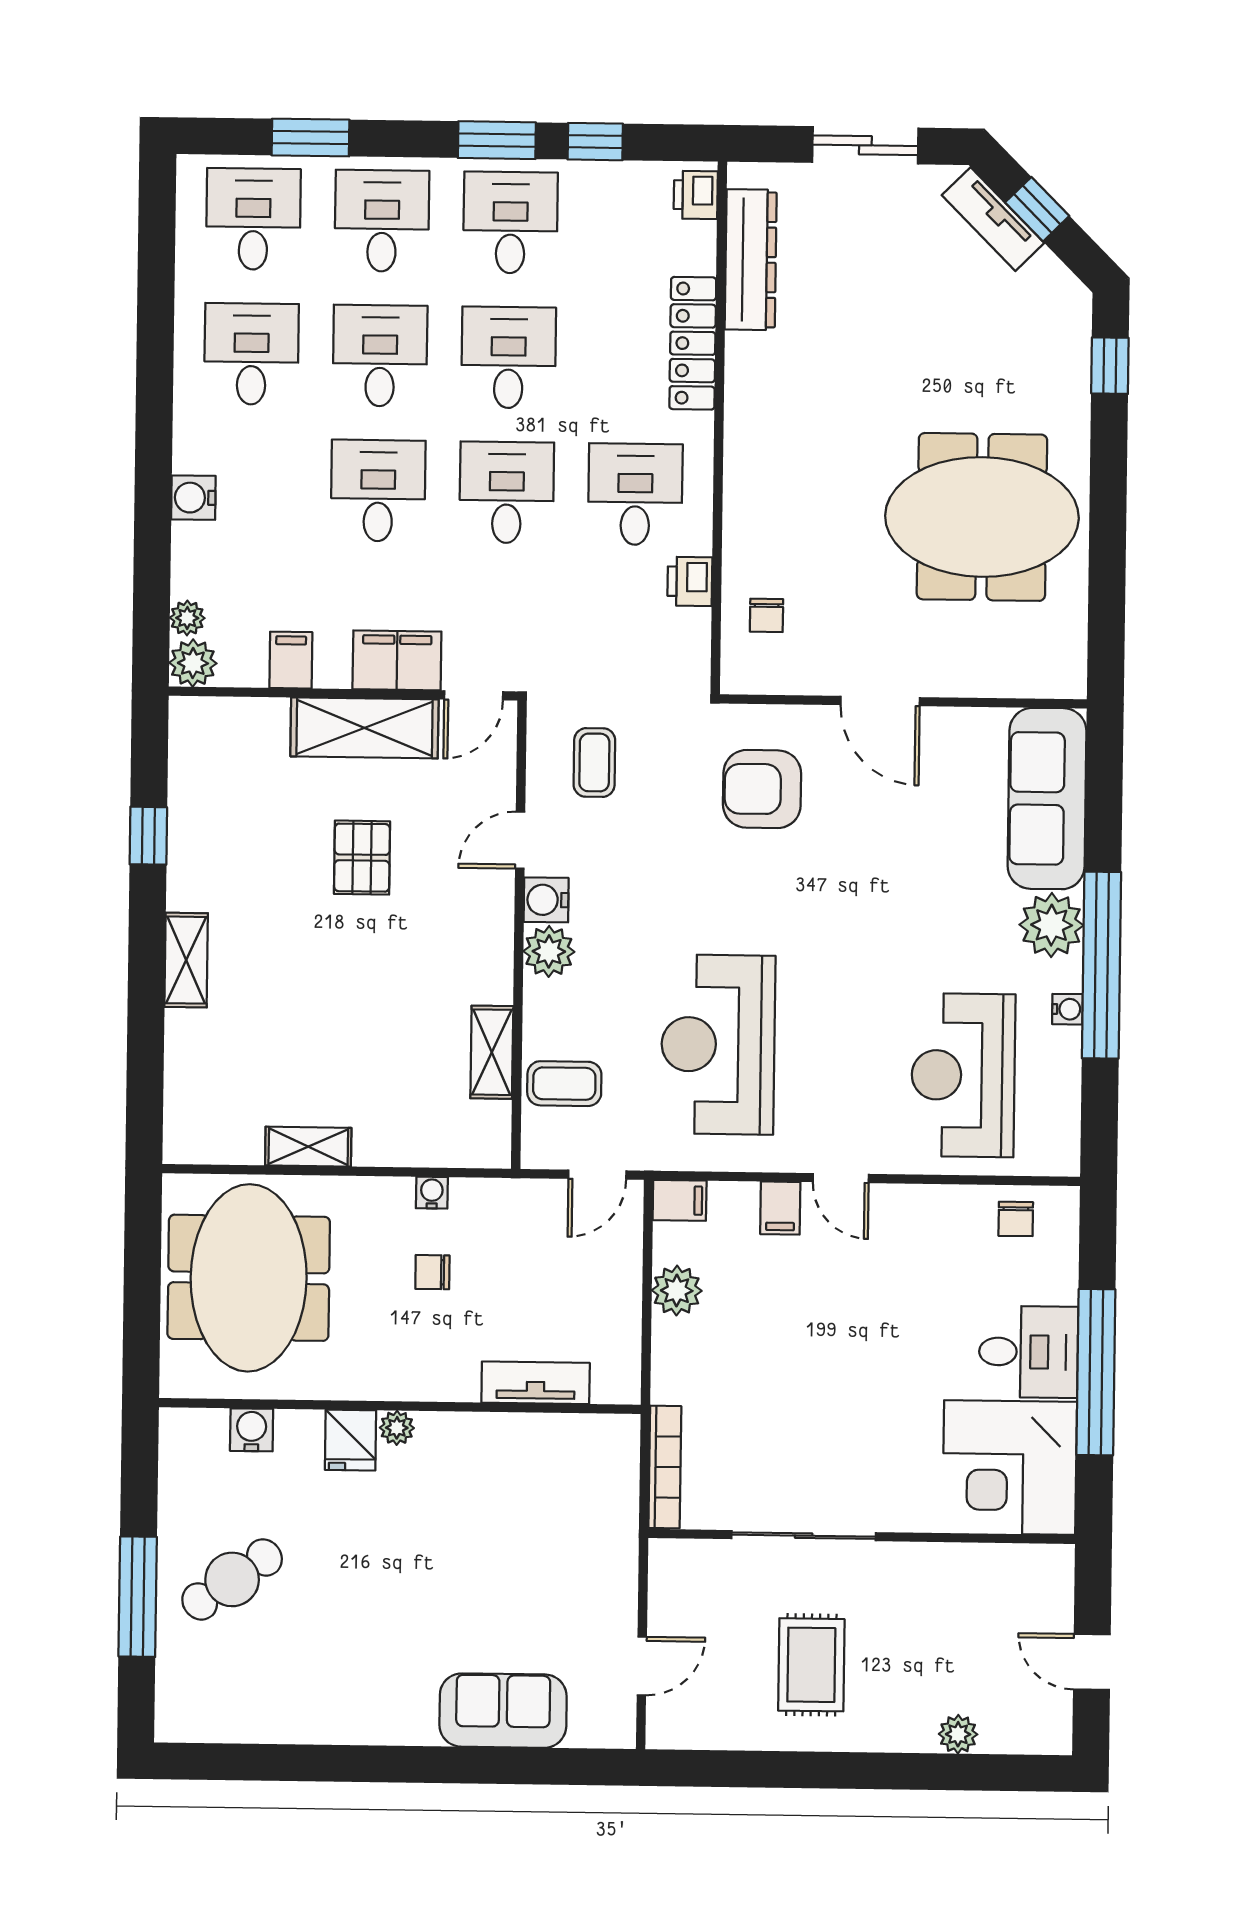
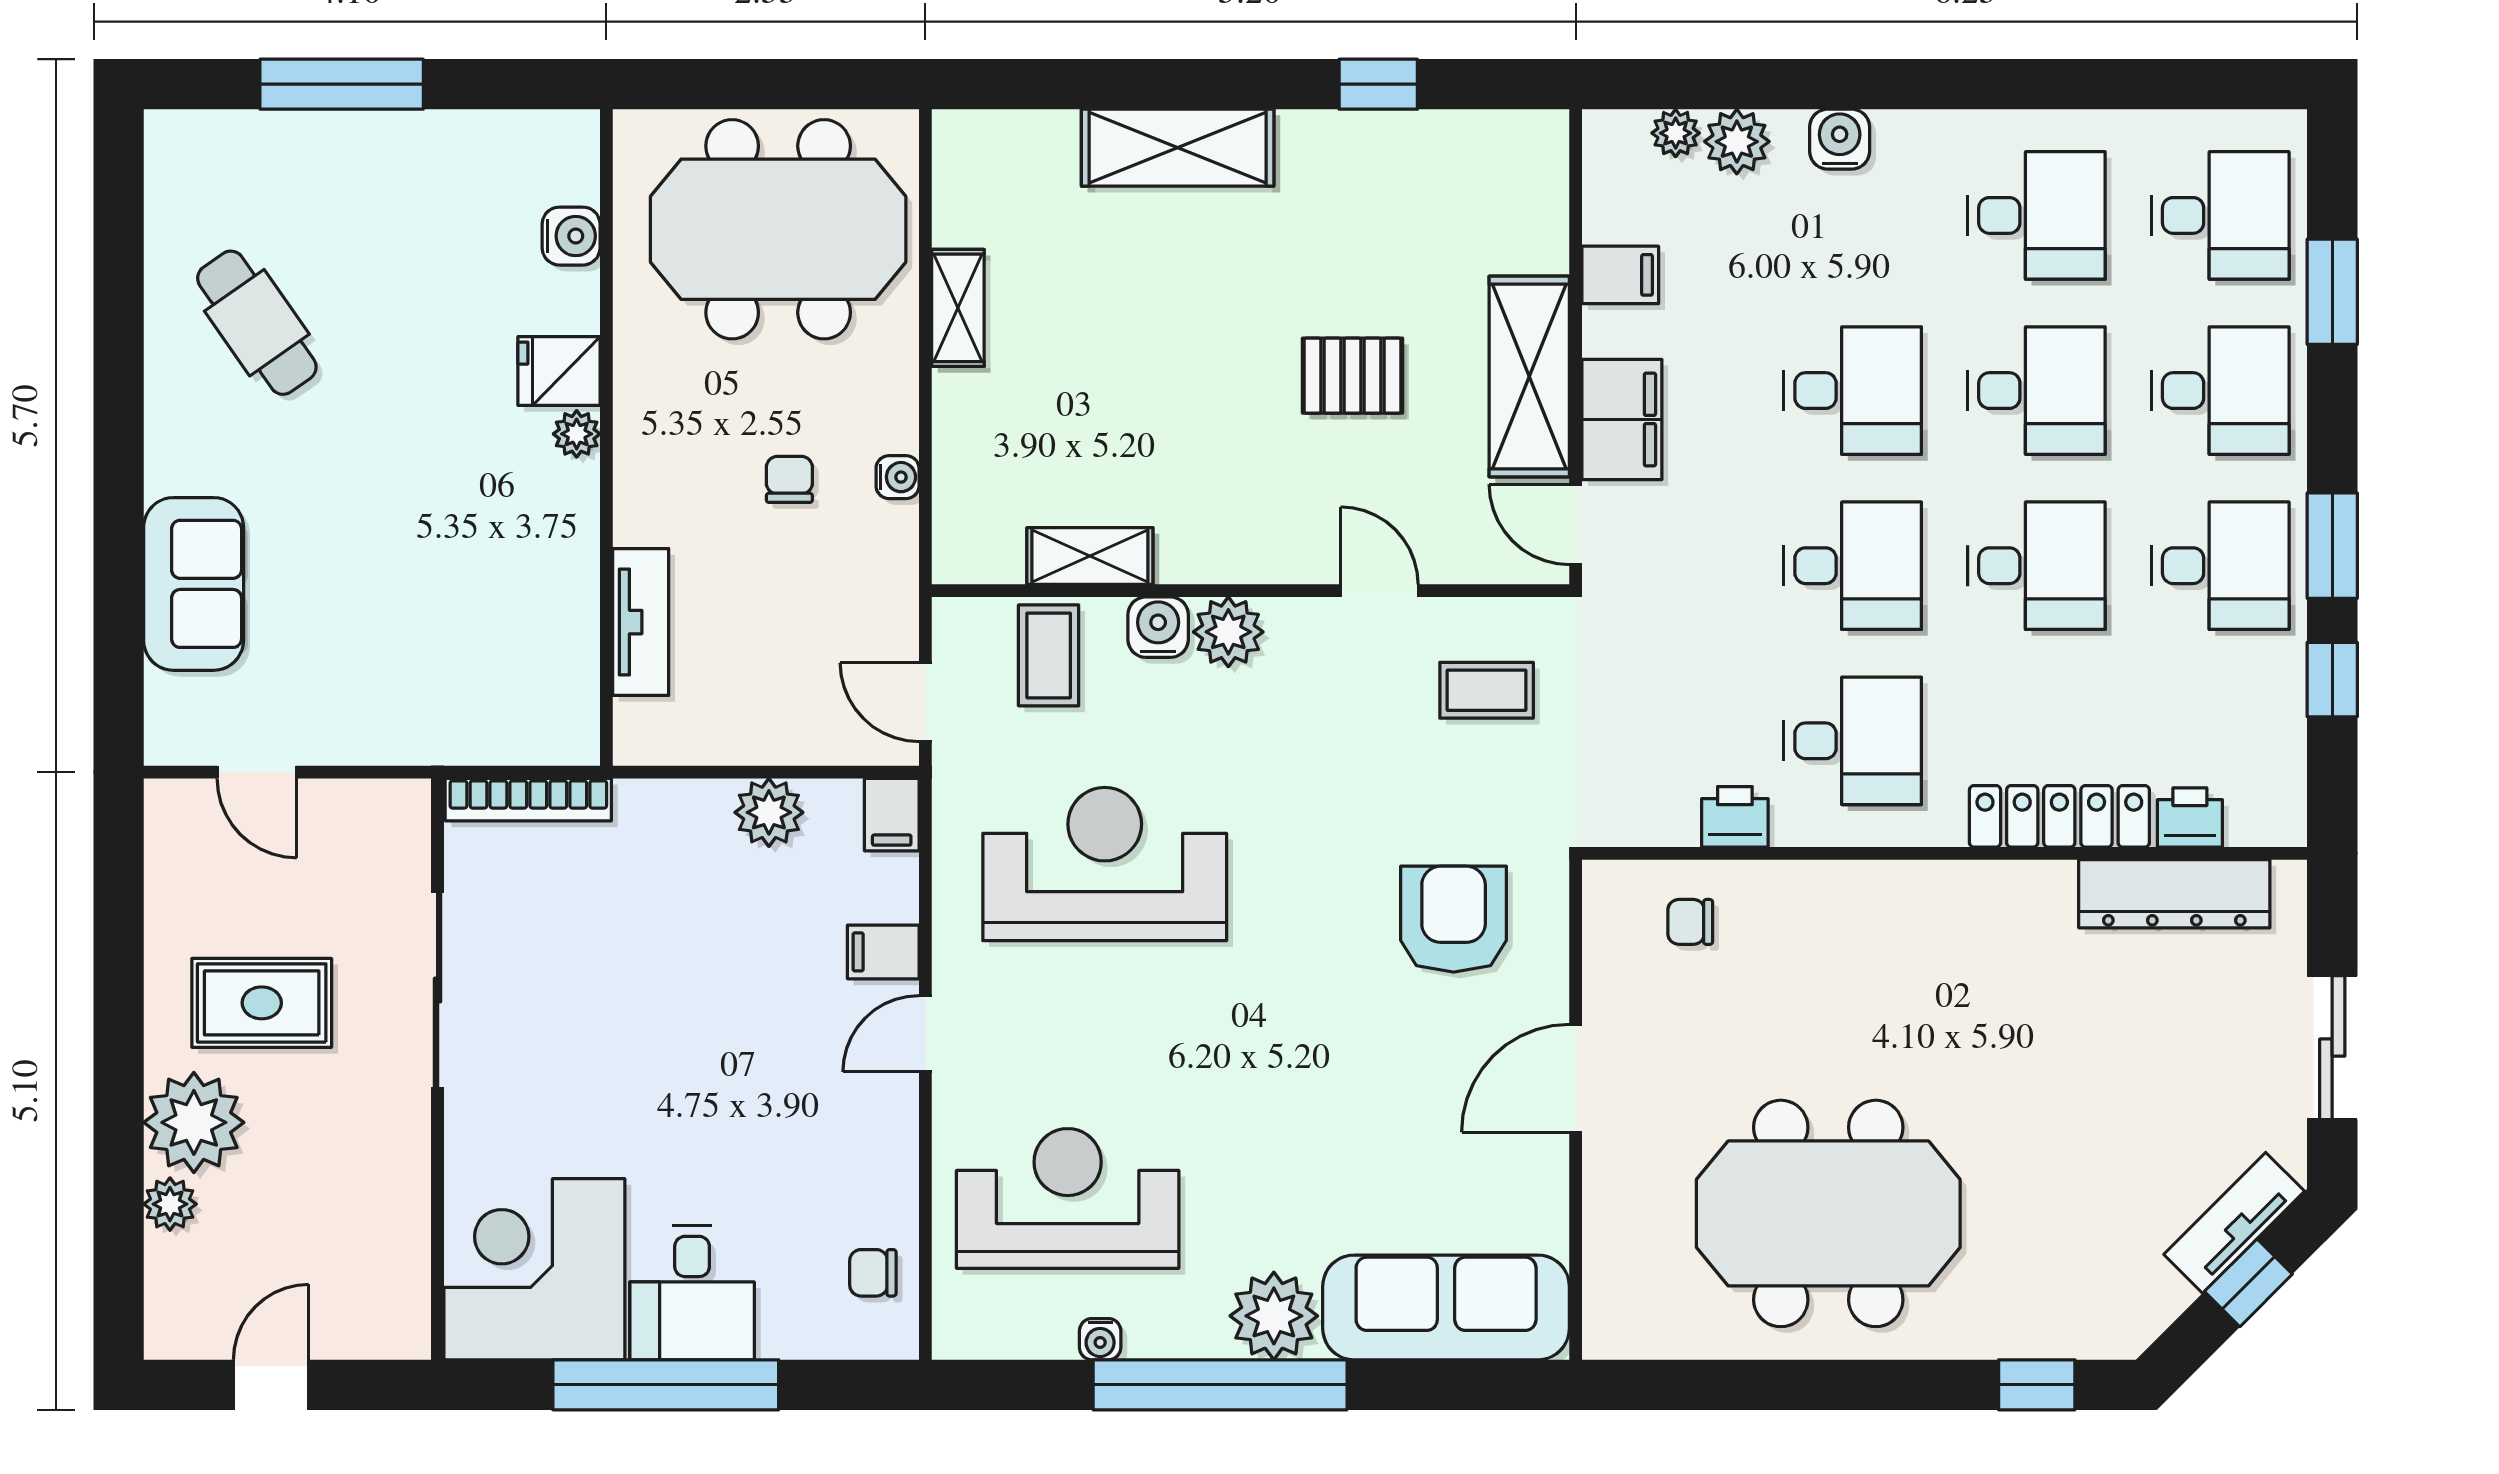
printer: (696, 195) -> (2190, 817), moved
meeting table: (982, 517) -> (1828, 1213), turned 90
plant: (193, 663) -> (1737, 142), moved
water cooler: (546, 900) -> (1158, 627), moved
shelving: (186, 960) -> (1178, 148), width x1.50, depth x1.33
water cooler: (1067, 1009) -> (1100, 1339), moved
cafe table: (232, 1579) -> (257, 323), moved
plant: (898, 1716) -> (194, 1122), added

